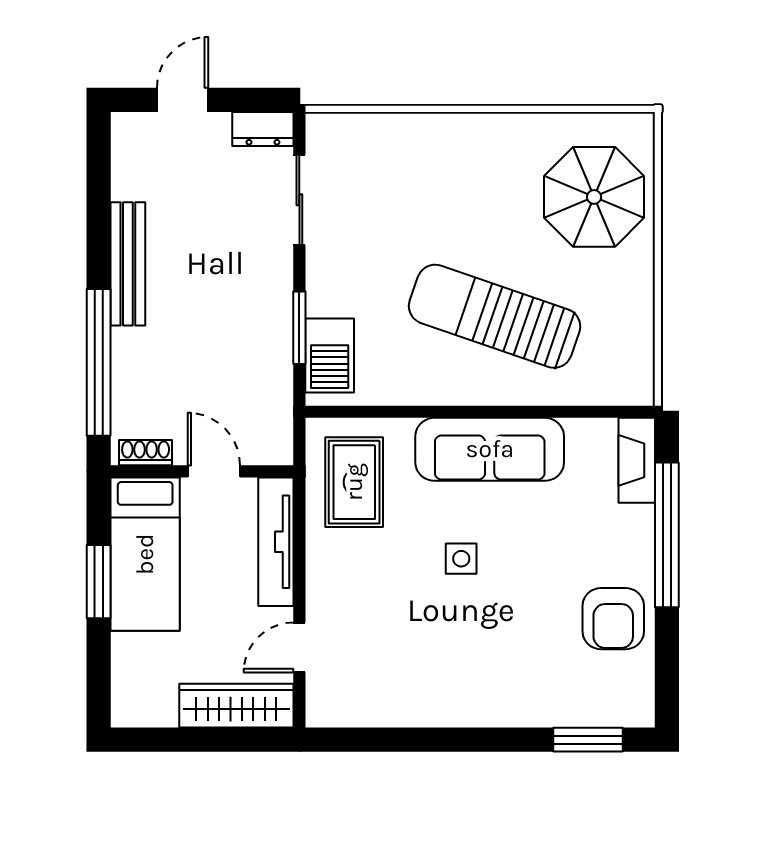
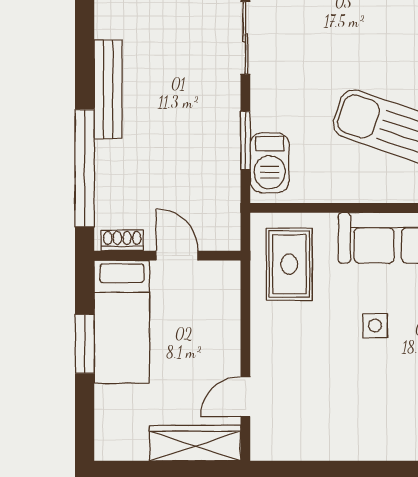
tv unit: (276, 542) -> (227, 312), removed

